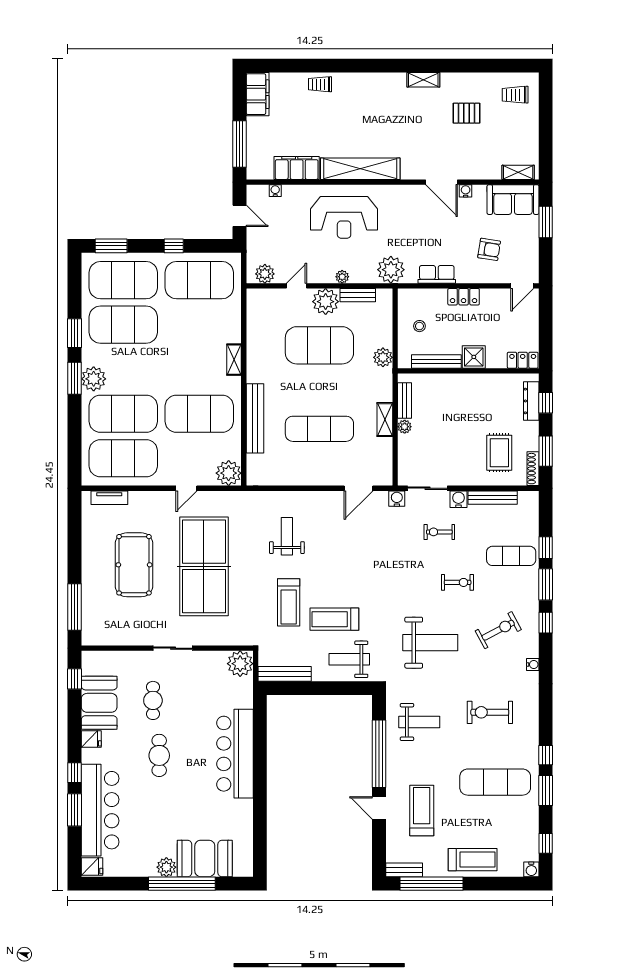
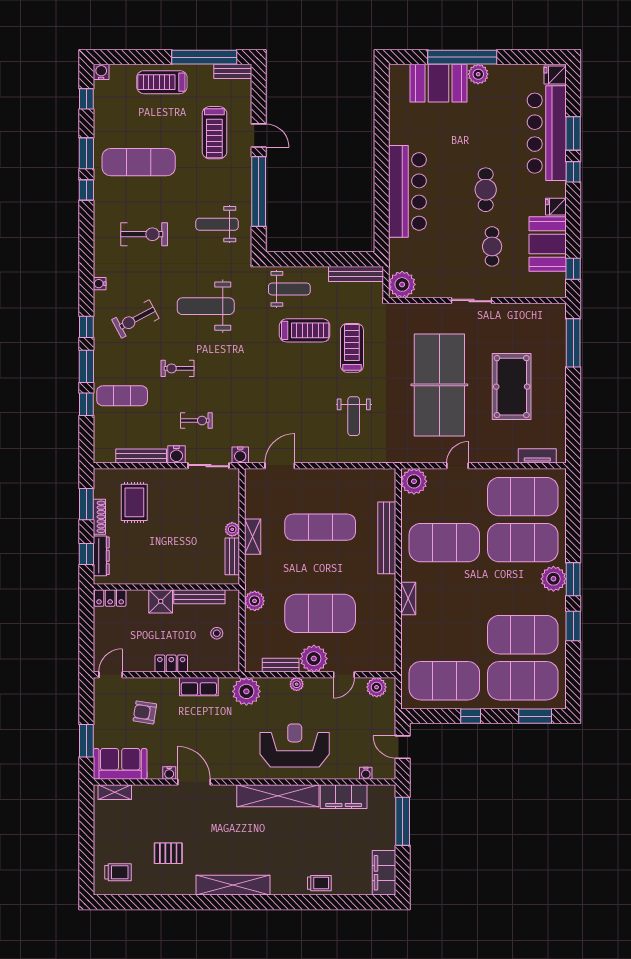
shelving: (423, 80) -> (233, 885), width x2.20, depth x1.33
shoe rack: (533, 469) -> (99, 517), moved

